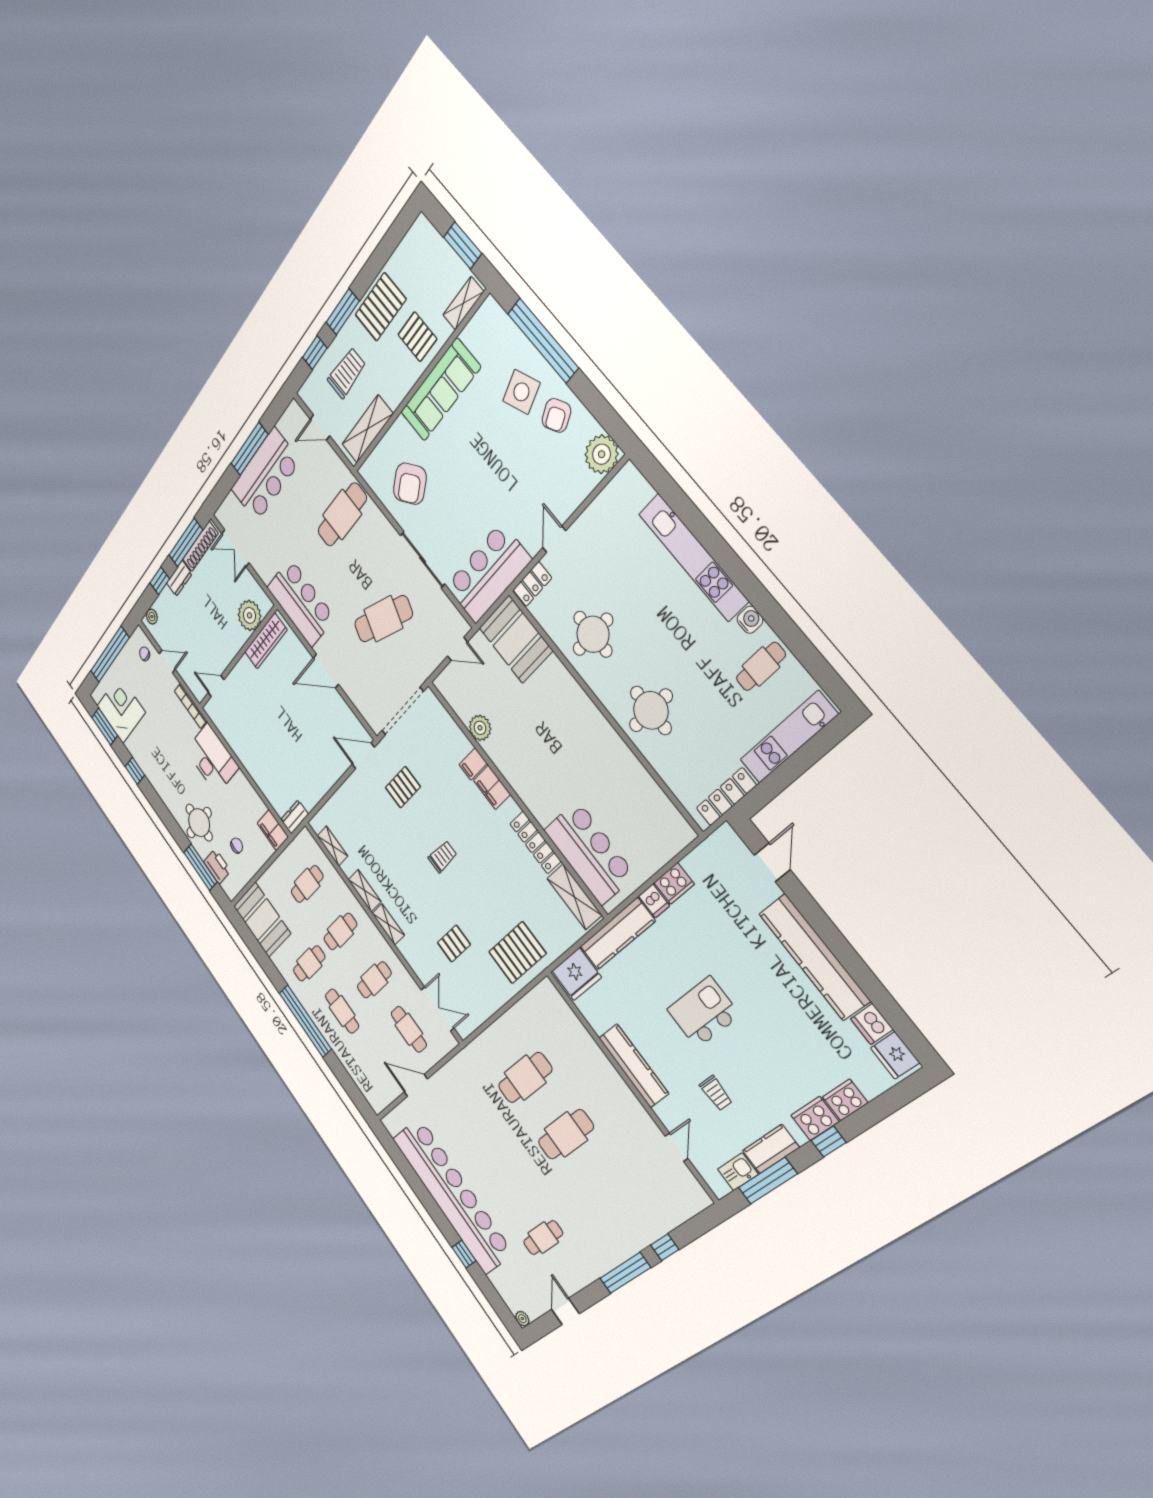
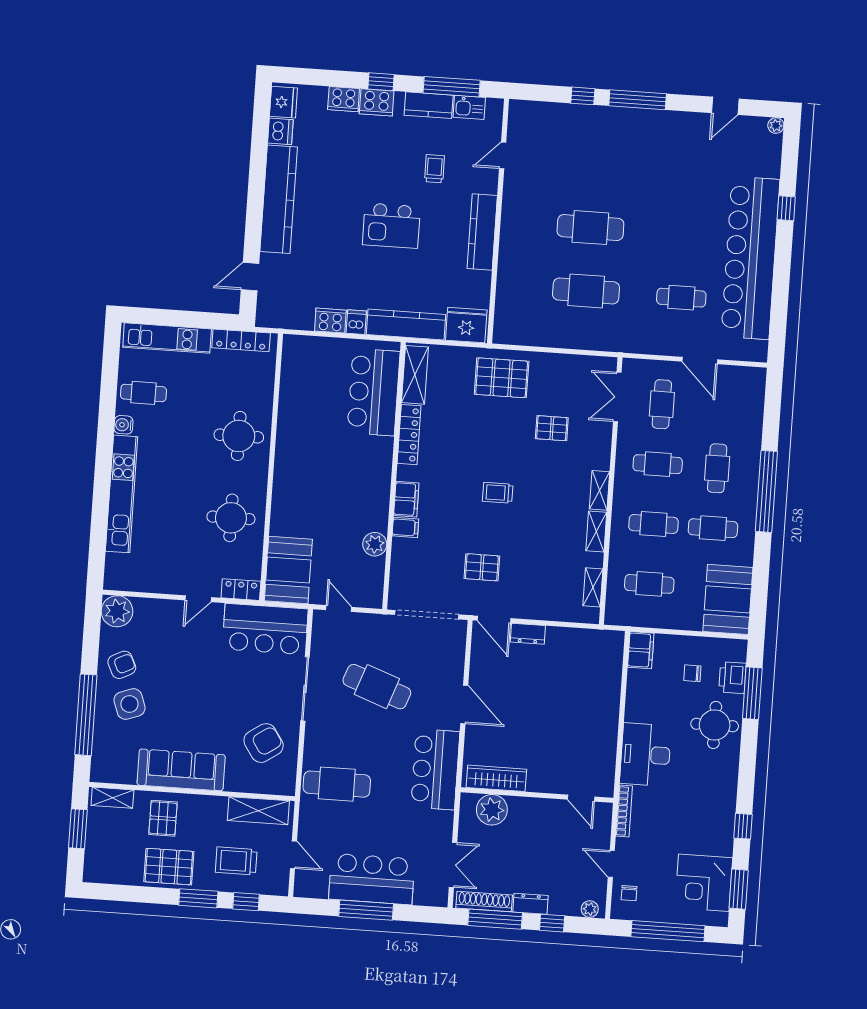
dresser: (295, 817) -> (528, 634), moved
cafe table: (543, 1238) -> (681, 298), moved

